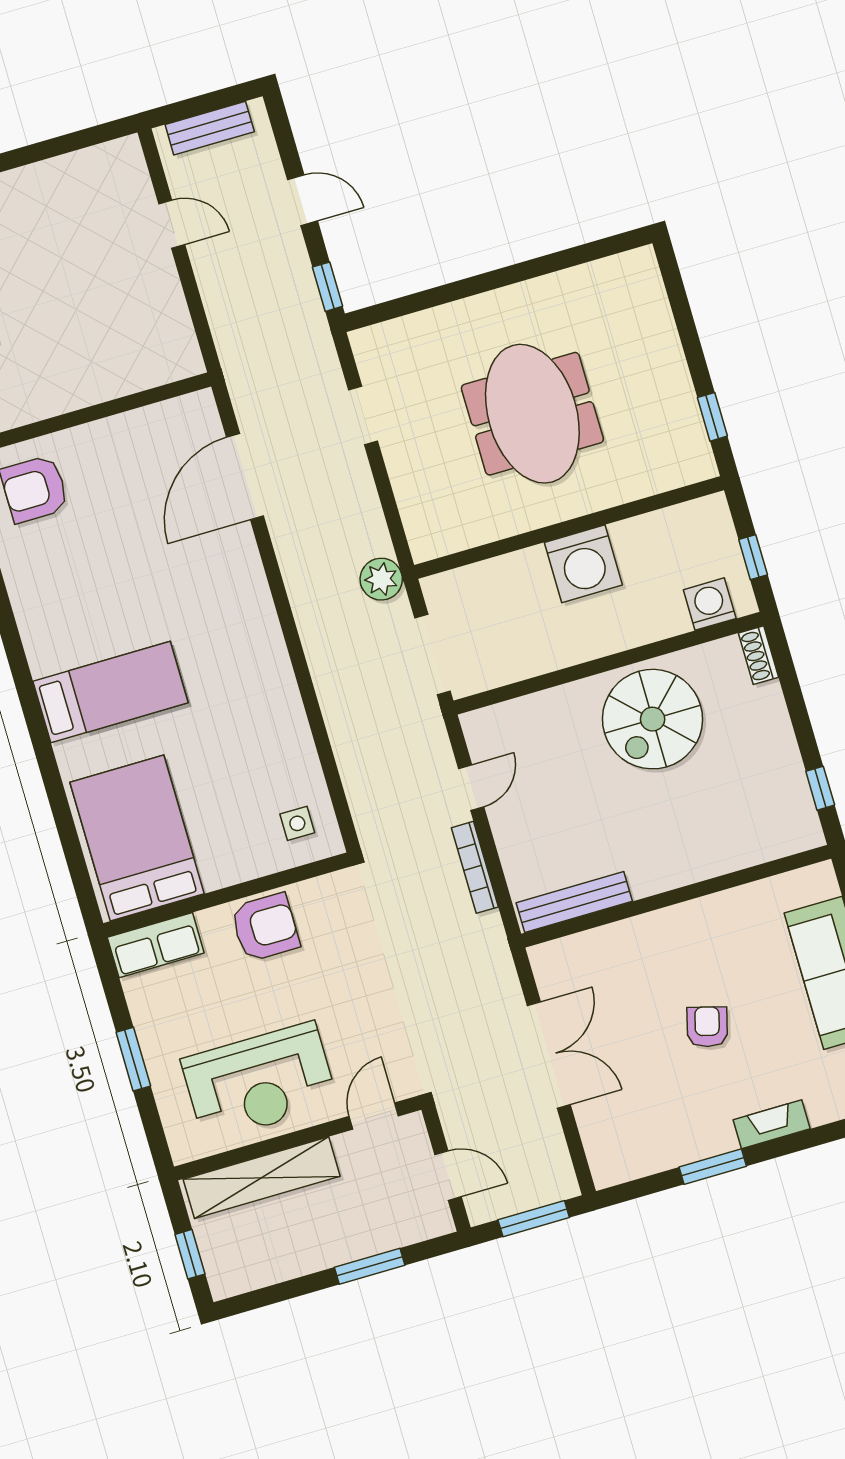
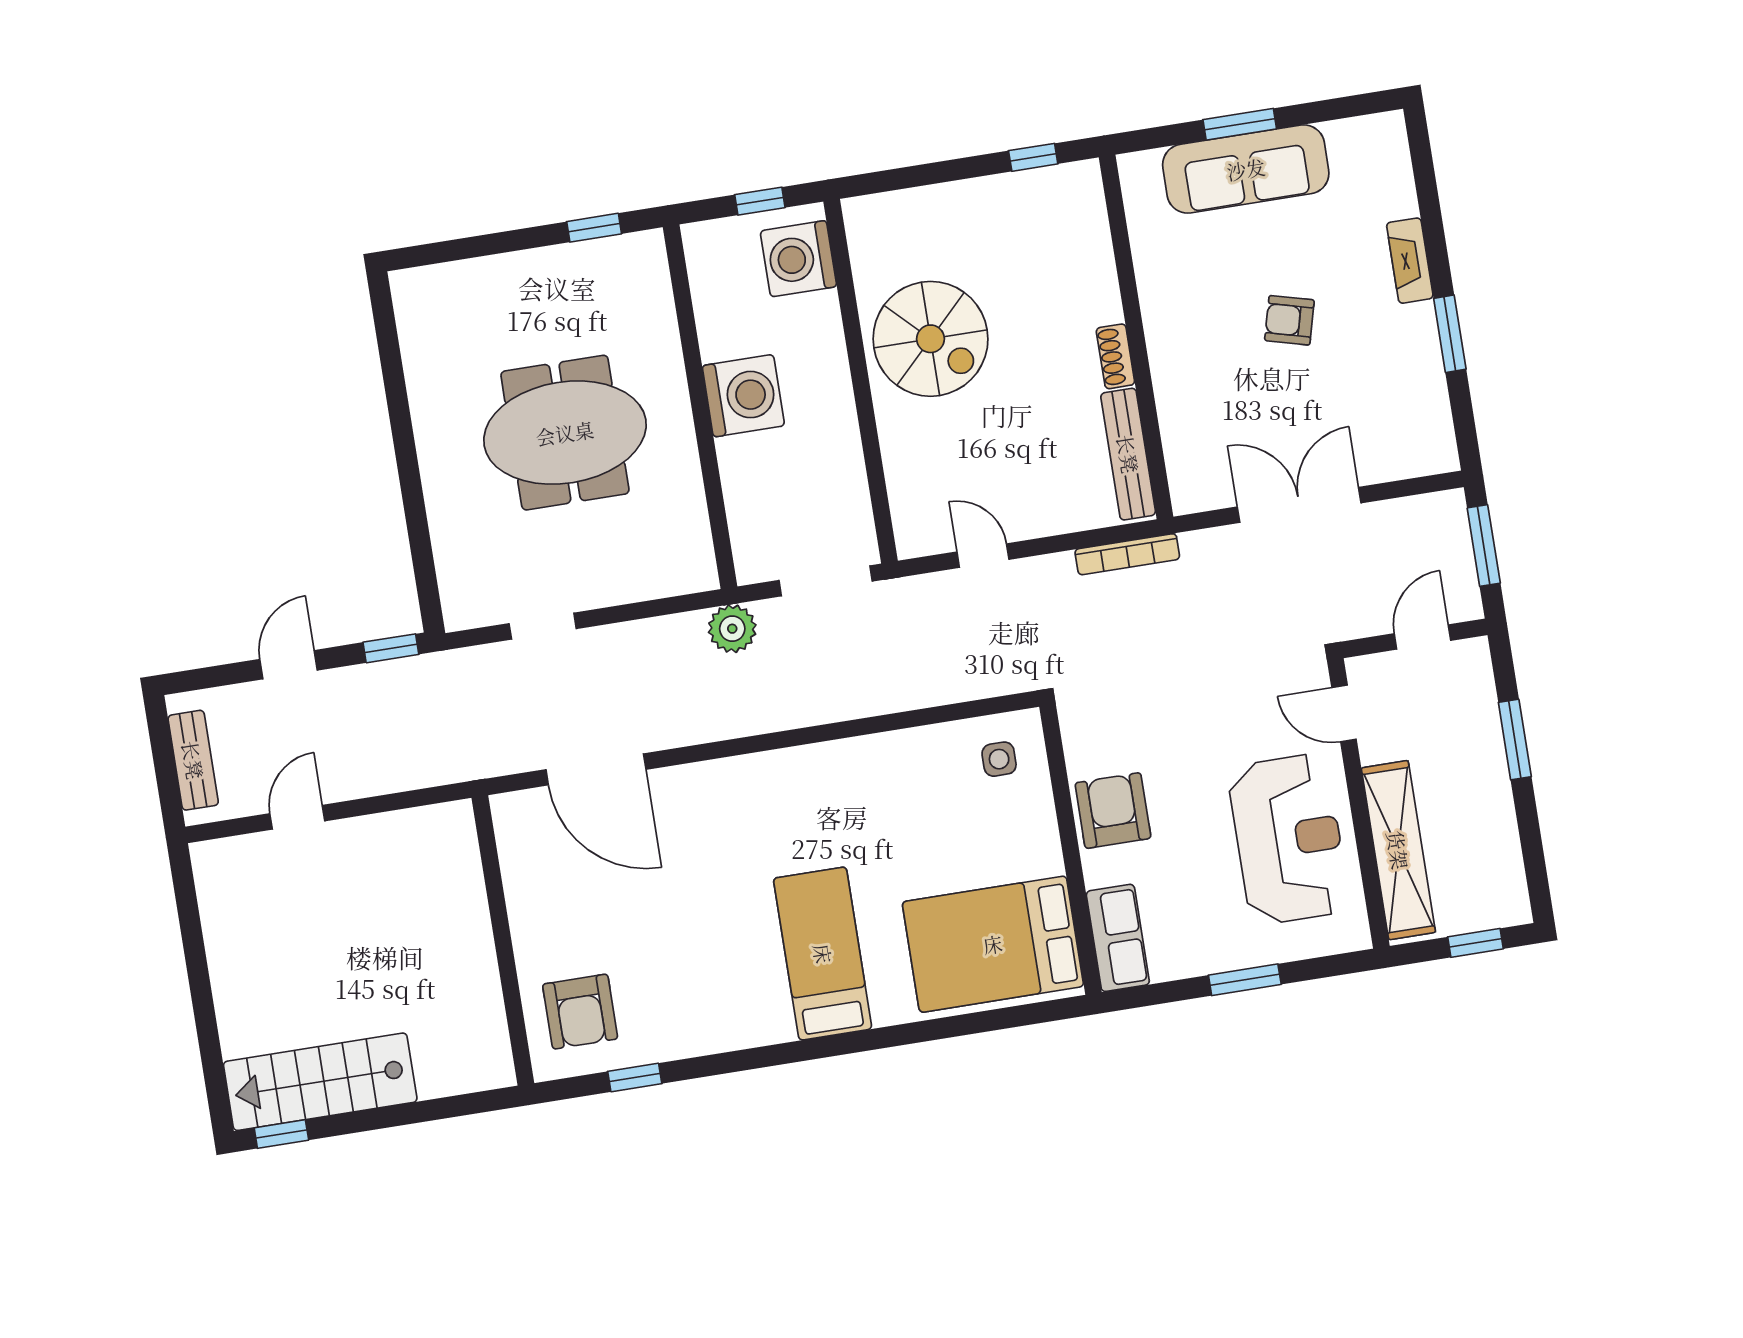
washing machine: (710, 604) -> (798, 259), width x1.37, depth x1.37
shoe rack: (759, 655) -> (1115, 356), moved, turned 90
bookcase: (475, 867) -> (1127, 554), moved

